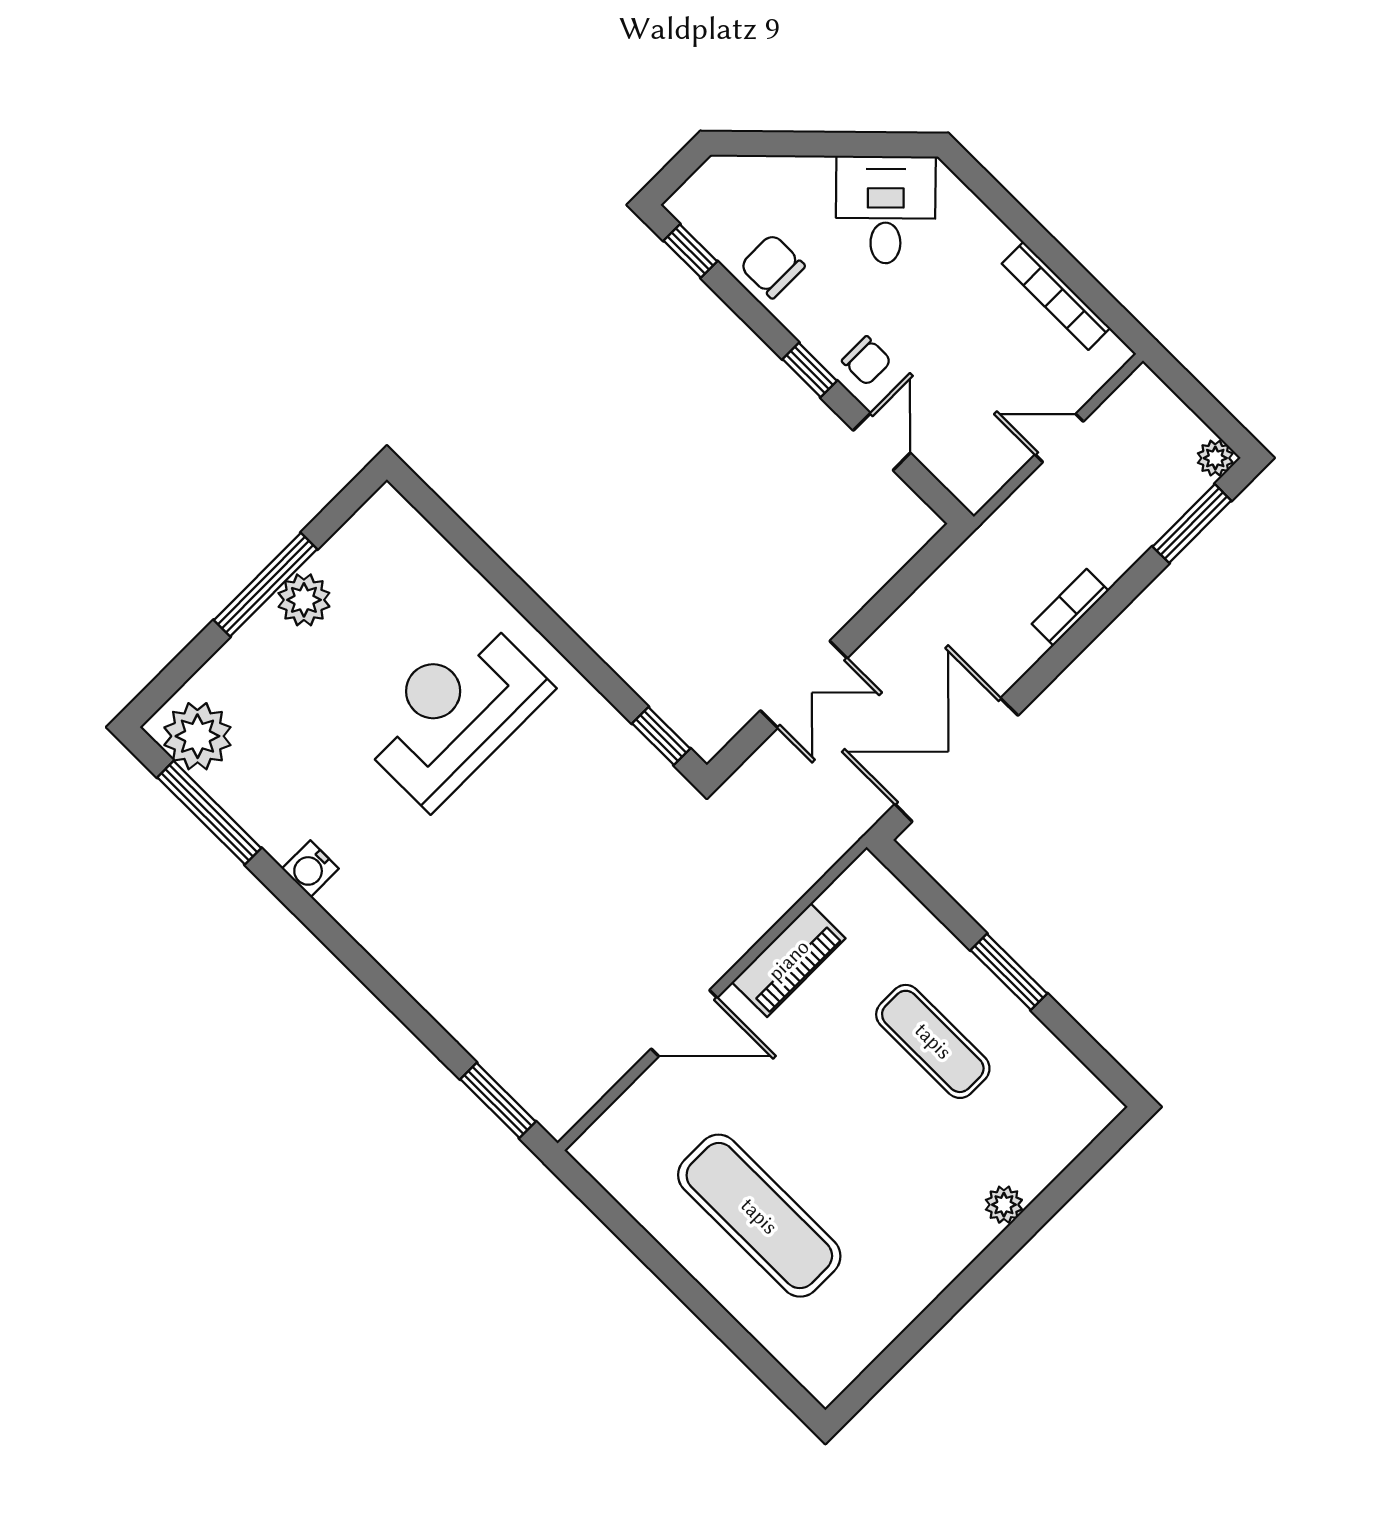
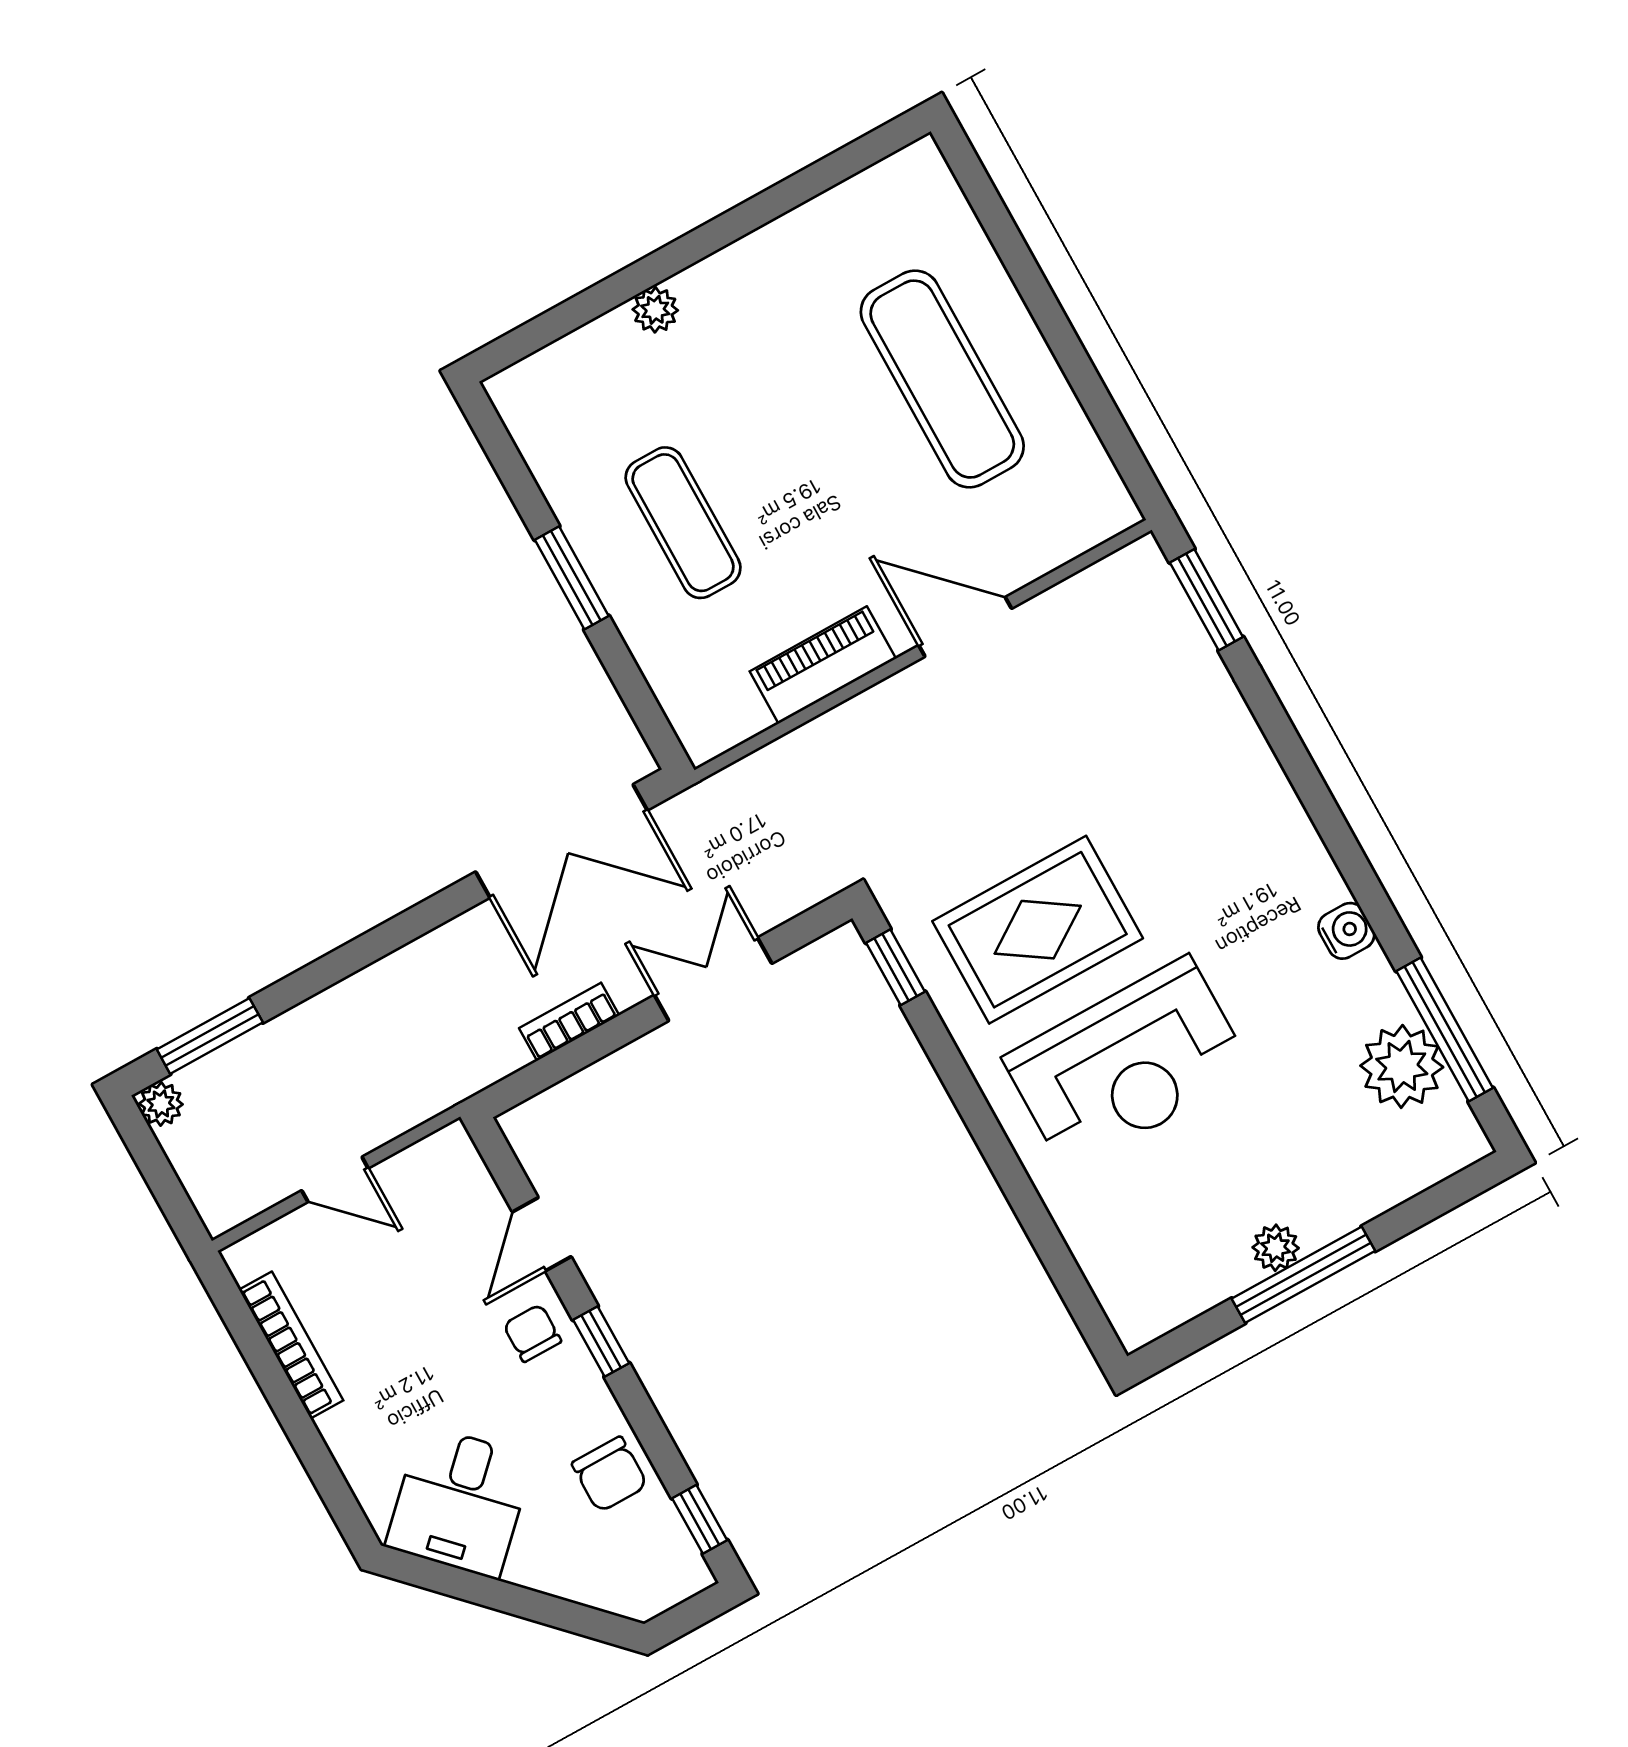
plant: (304, 600) -> (1276, 1248), width x0.73, depth x0.73
bookcase: (1070, 607) -> (569, 1022), moved, turned 180
plant: (197, 736) -> (1402, 1066), moved
rug: (557, 799) -> (1038, 930), added

